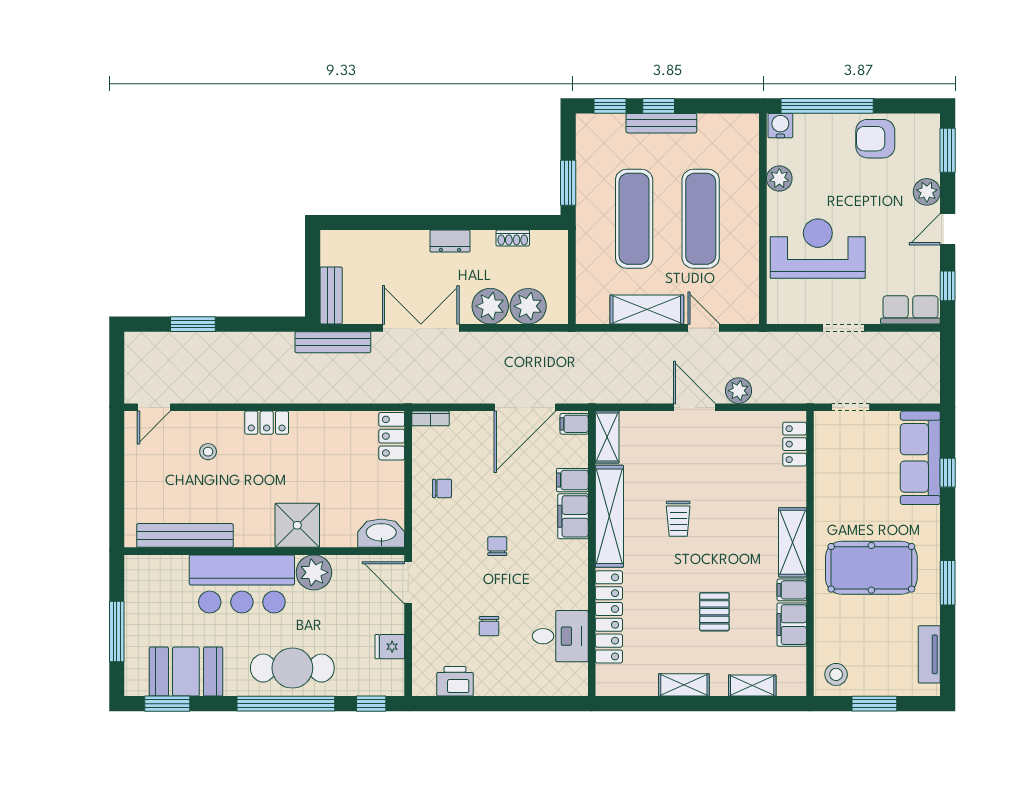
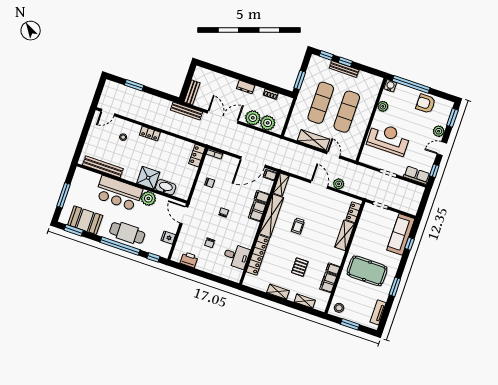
washbasin: (381, 533) -> (166, 187), moved
shelving: (792, 542) -> (345, 235), moved

